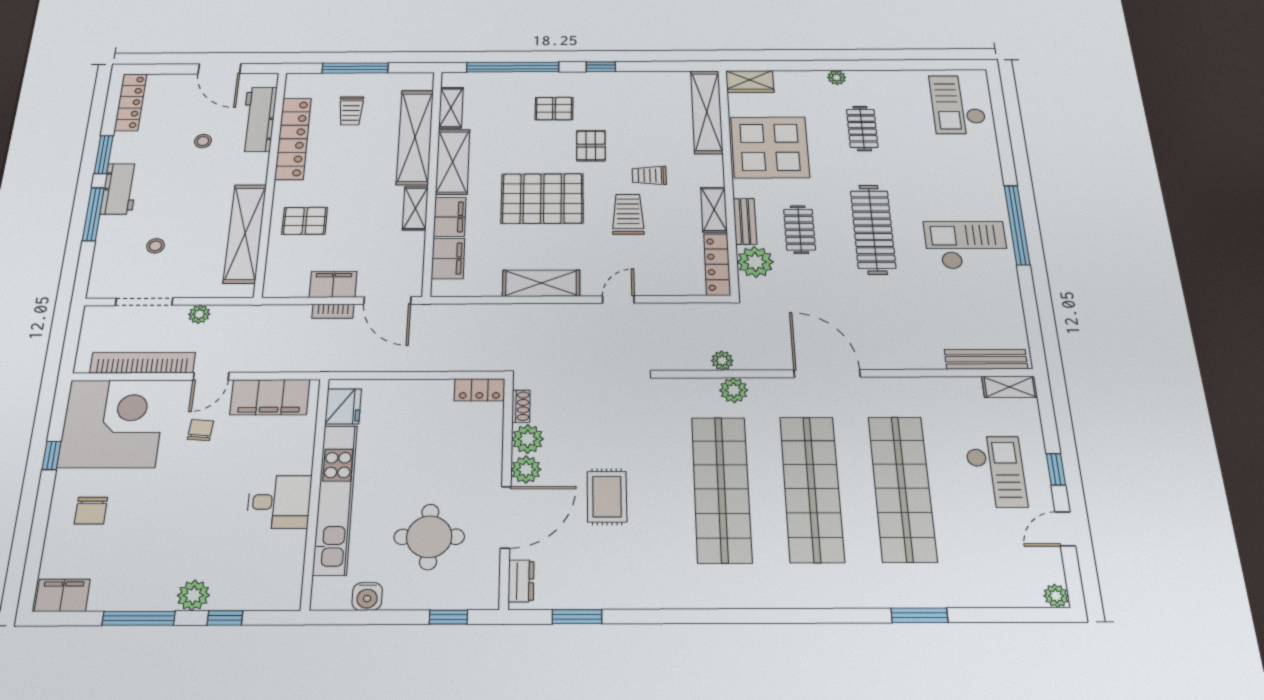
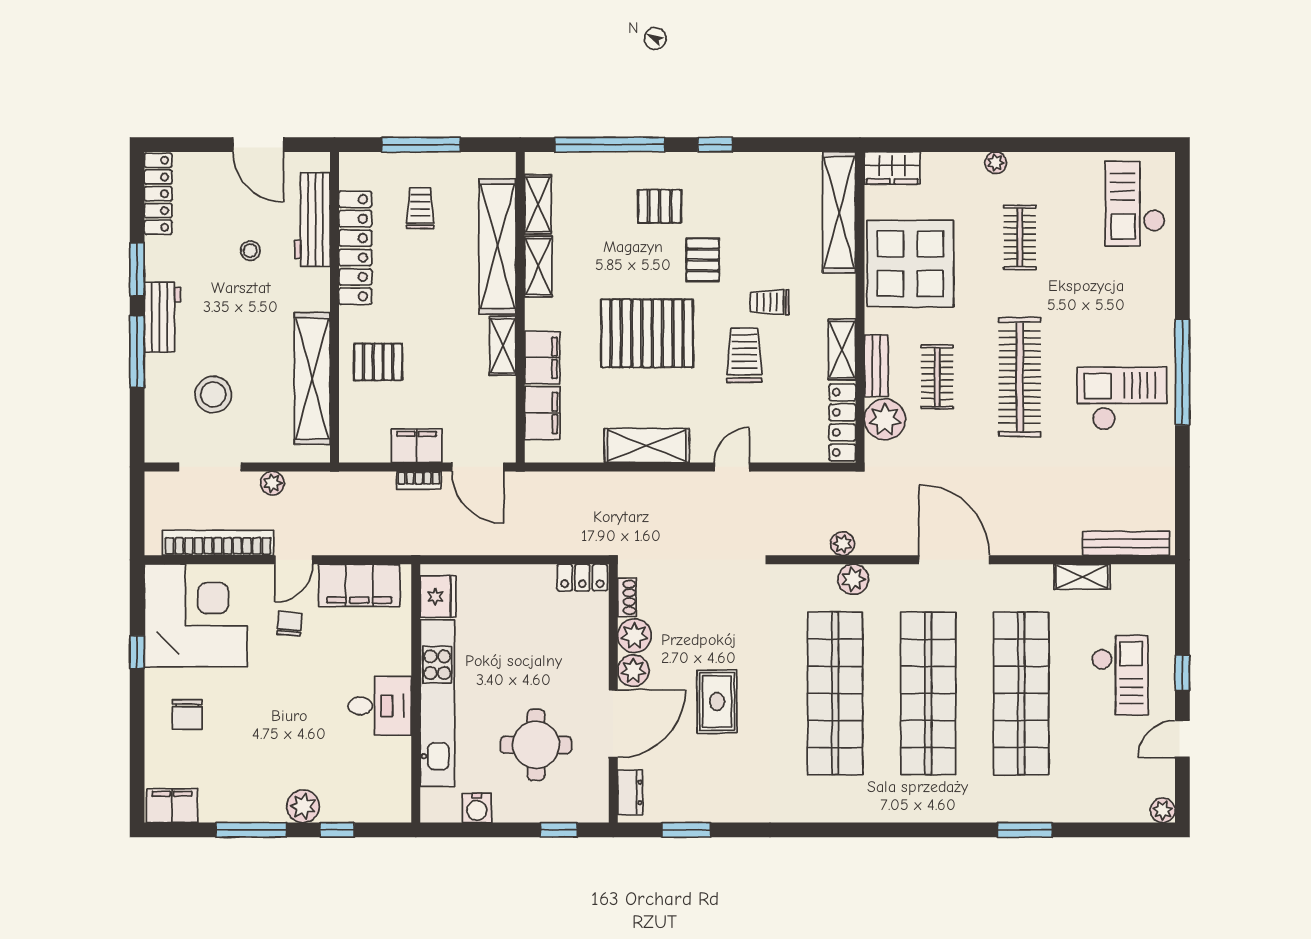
trolley: (351, 111) -> (420, 208), turned 180
shelving: (453, 162) -> (538, 267), width x0.67, depth x0.75
stool: (156, 246) -> (213, 394), width x1.89, depth x1.89
shelving: (1010, 387) -> (1082, 577), moved

